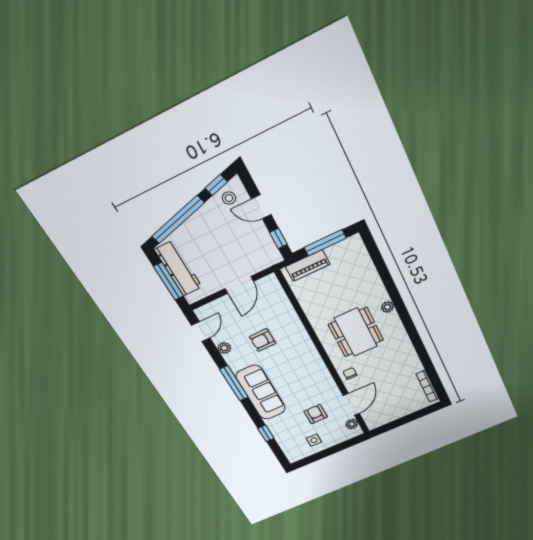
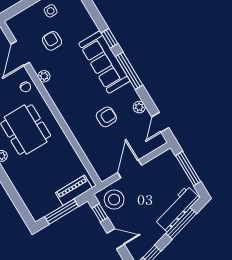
stool: (229, 198) -> (114, 200), moved, width x1.89, depth x1.89
window: (178, 220) -> (181, 224), width x0.68
workbench: (178, 268) -> (177, 209), moved, turned 75
armchair: (316, 414) -> (52, 41), turned 180
plant: (352, 424) -> (44, 76), moved
window: (266, 433) -> (110, 38), moved

